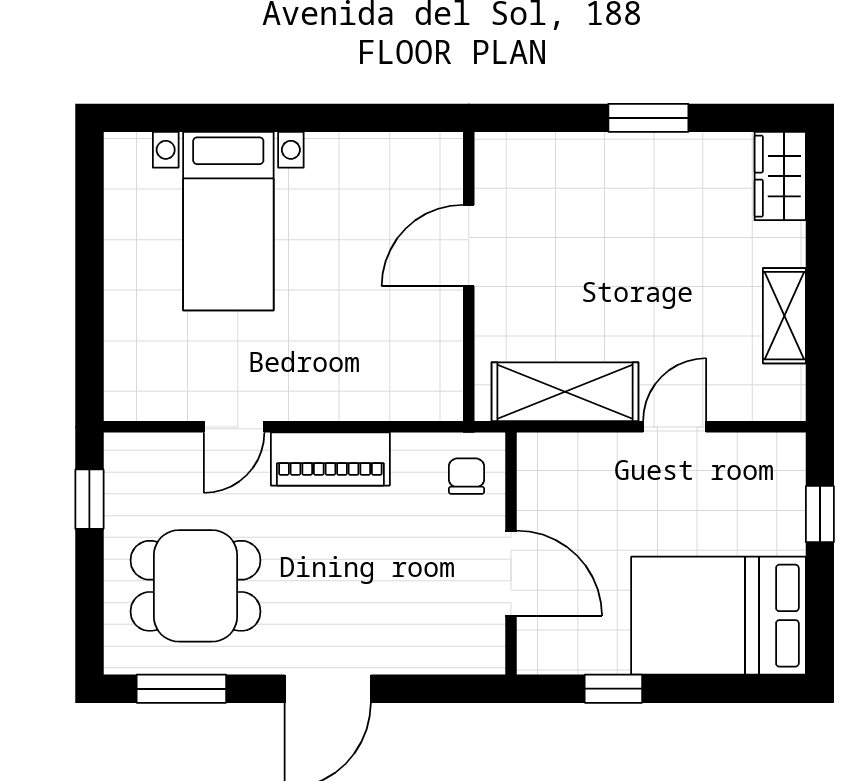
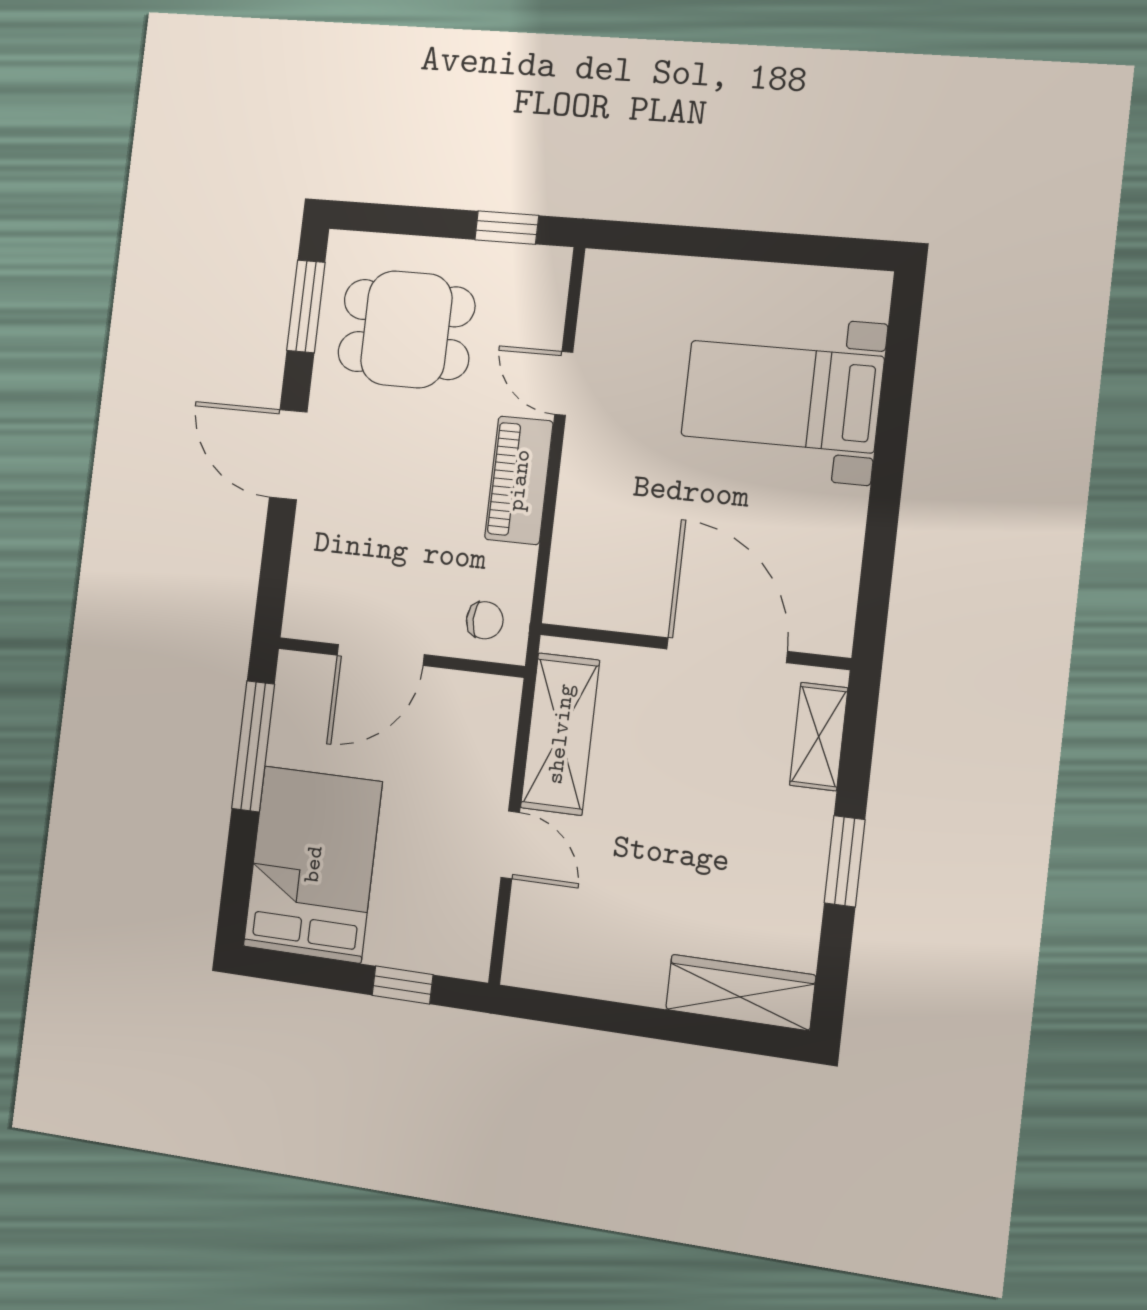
wardrobe: (780, 176) -> (740, 992), width x1.50
door: (469, 246) -> (727, 650), width x1.36
shelving: (784, 316) -> (819, 737), moved, turned 90
dining table: (195, 586) -> (406, 329), turned 90
window: (613, 689) -> (253, 746), width x2.17

